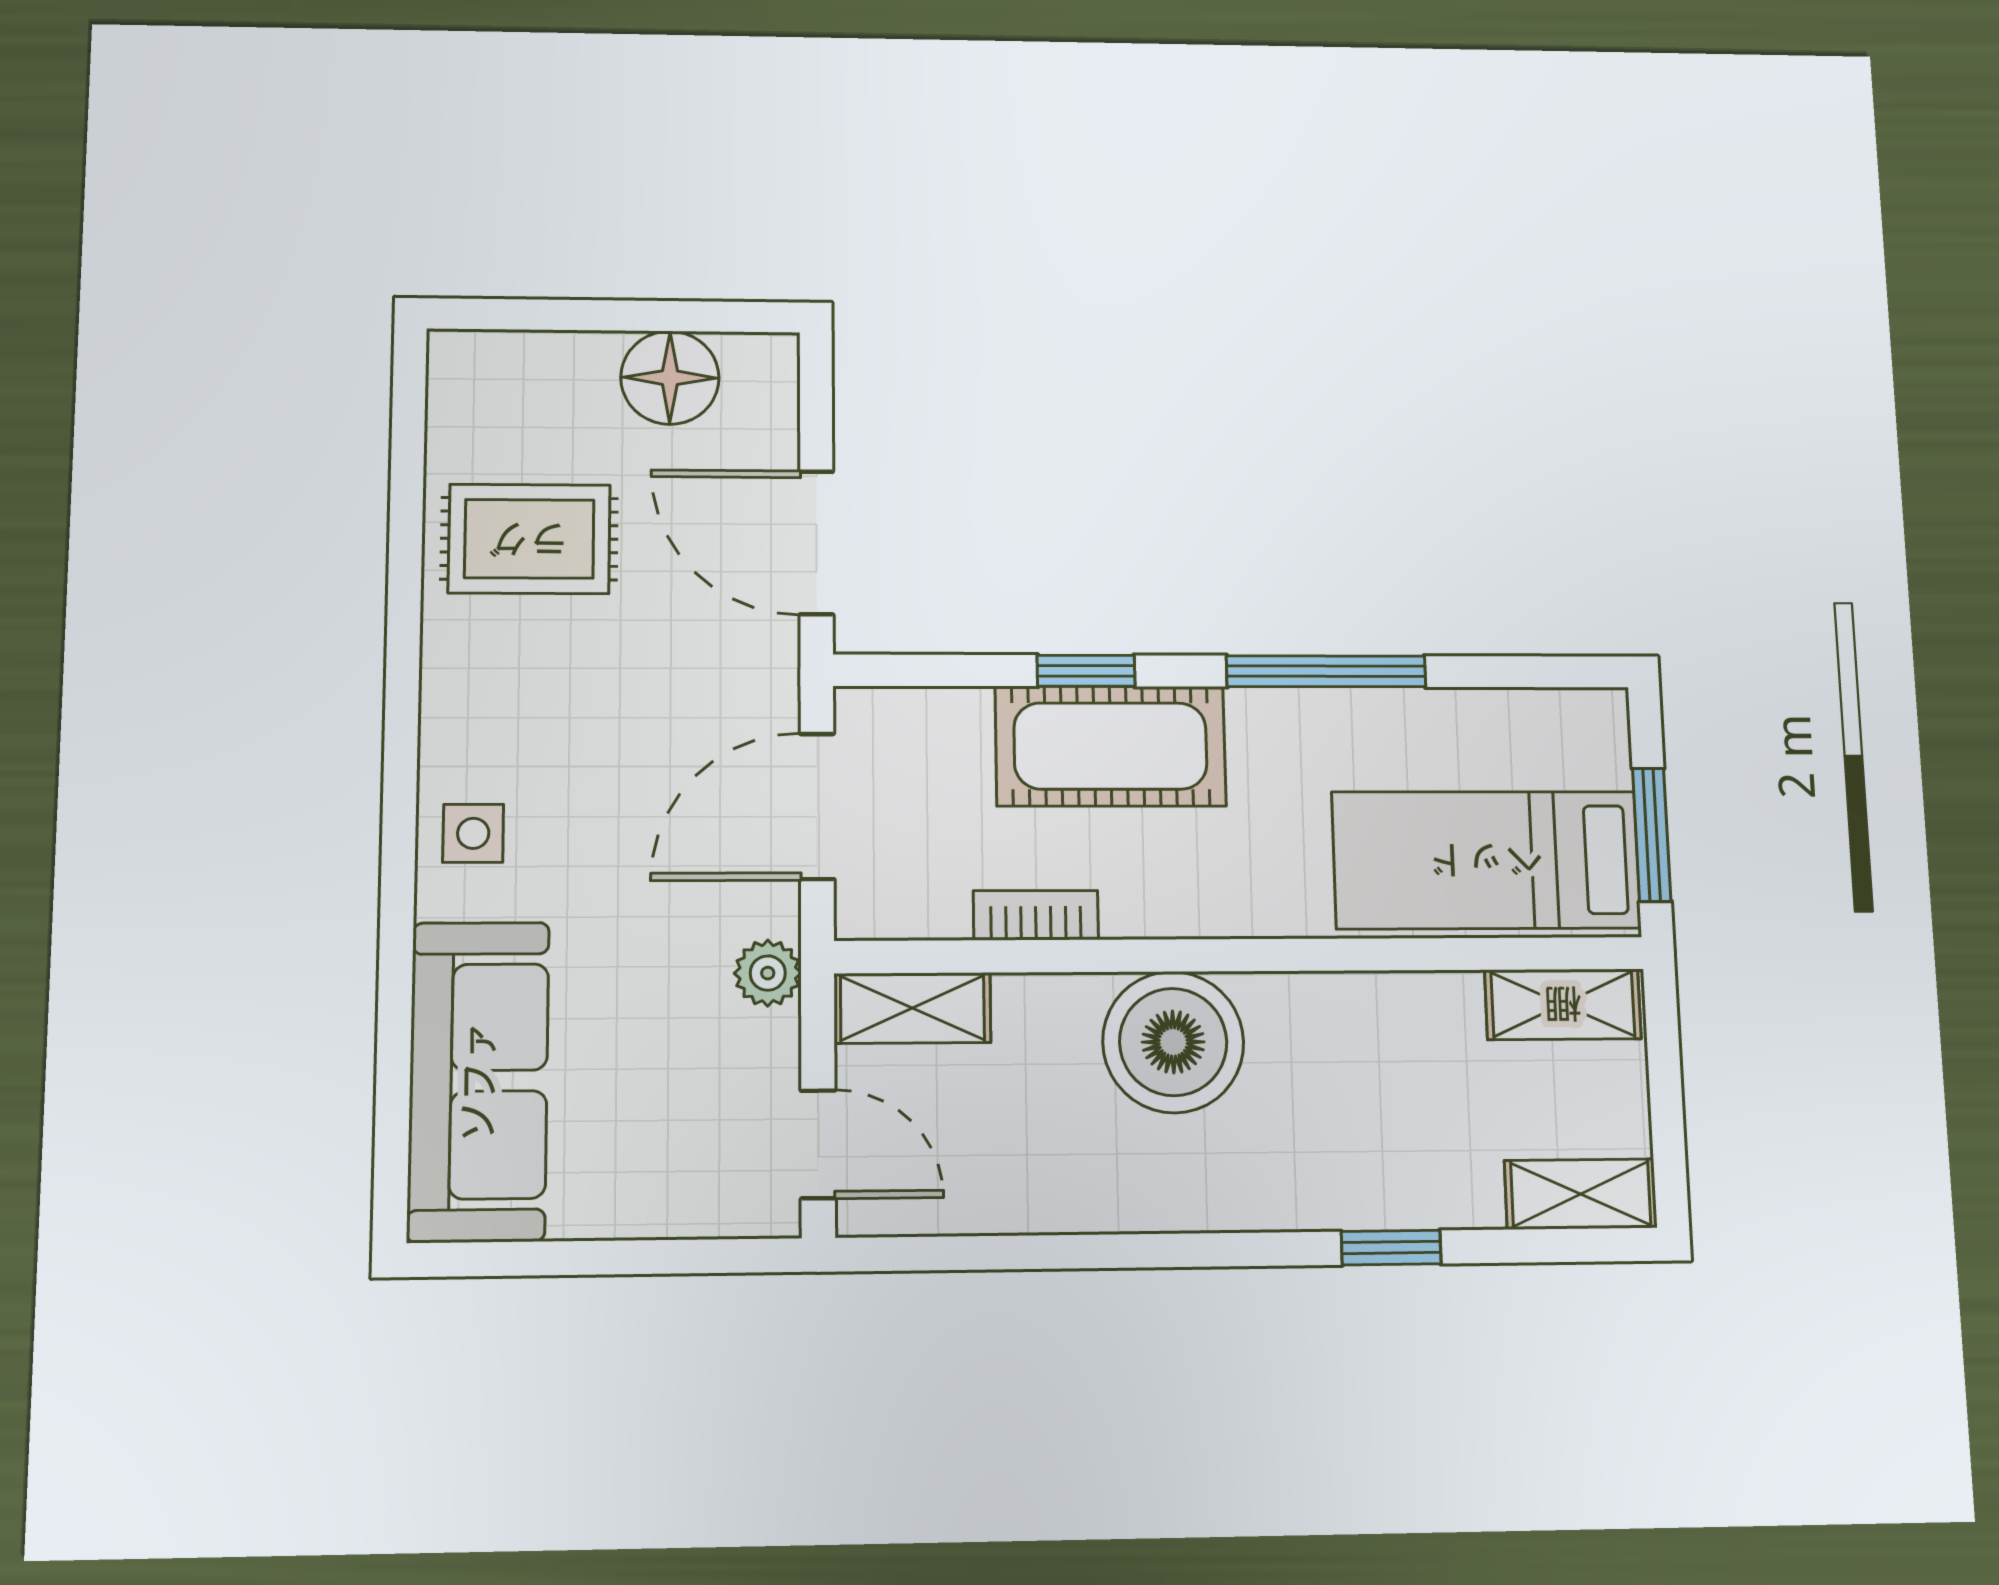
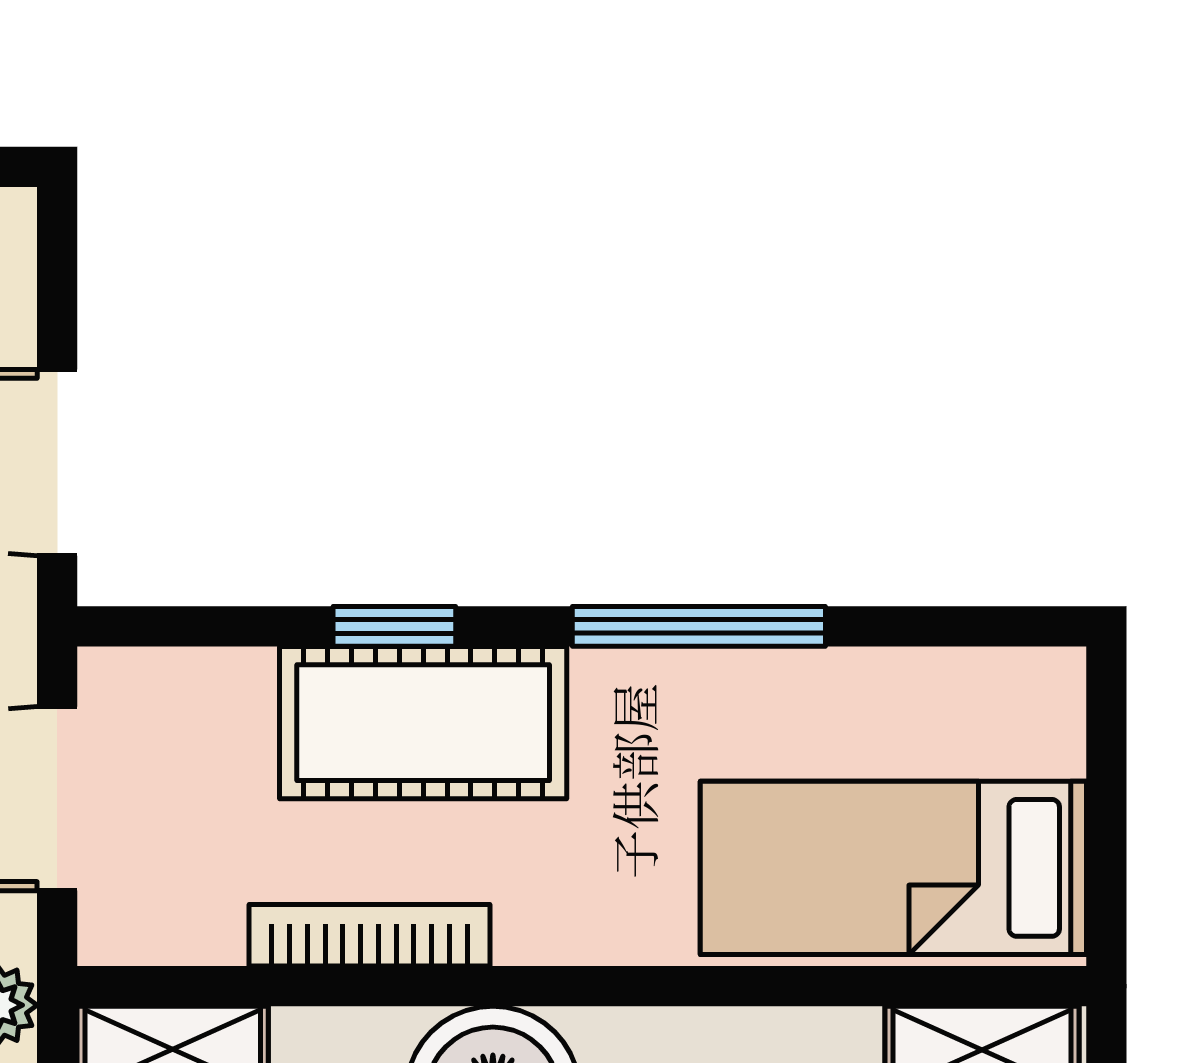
window: (1652, 835) -> (1106, 836), removed
bookcase: (1036, 915) -> (369, 935), width x1.56

